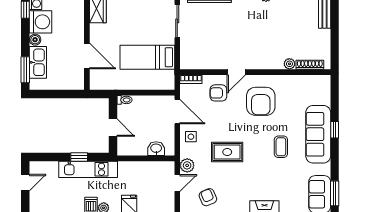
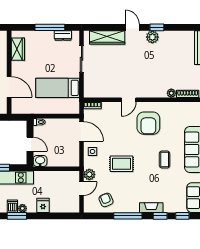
armchair: (218, 93) -> (114, 116), removed
washbasin: (156, 149) -> (40, 161), moved

